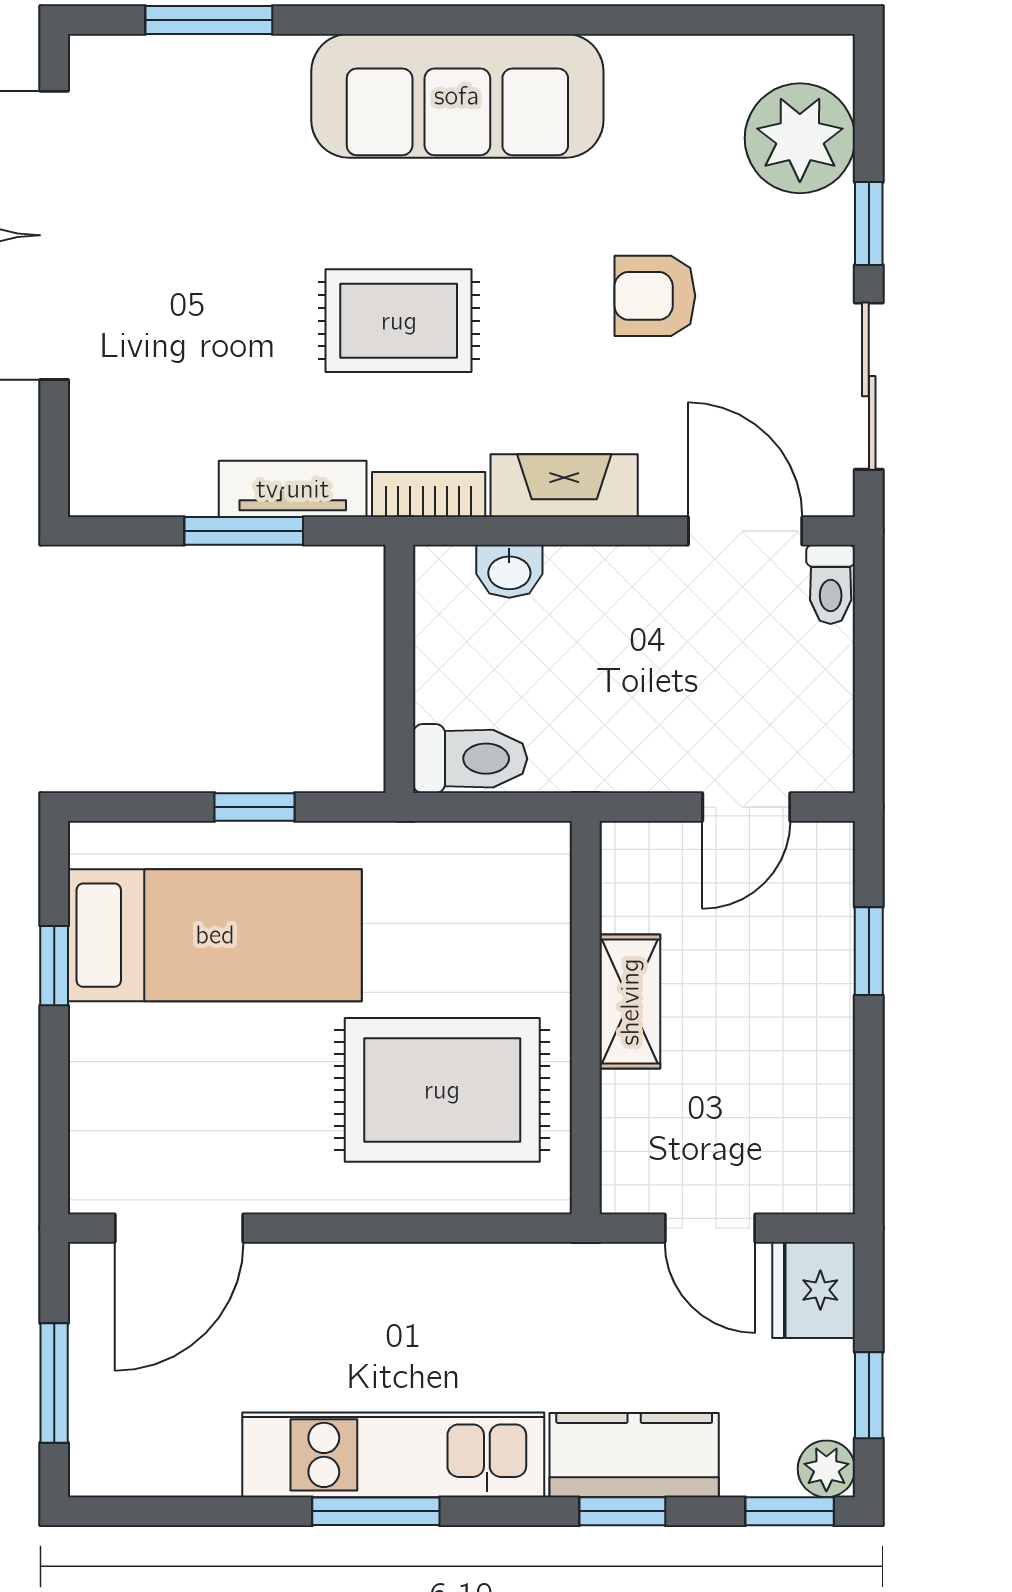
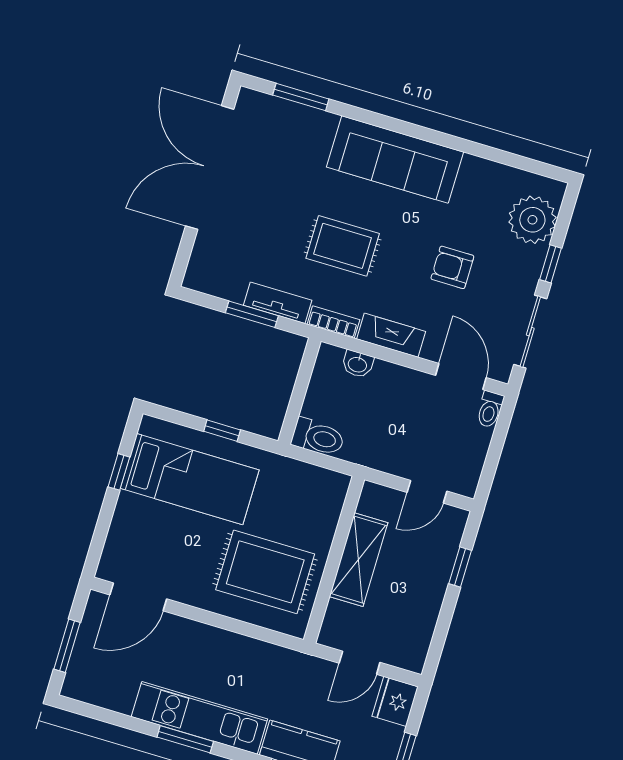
shelving: (630, 1002) -> (359, 560), width x1.50, depth x1.33
door: (710, 1228) -> (360, 663), hinge flipped

